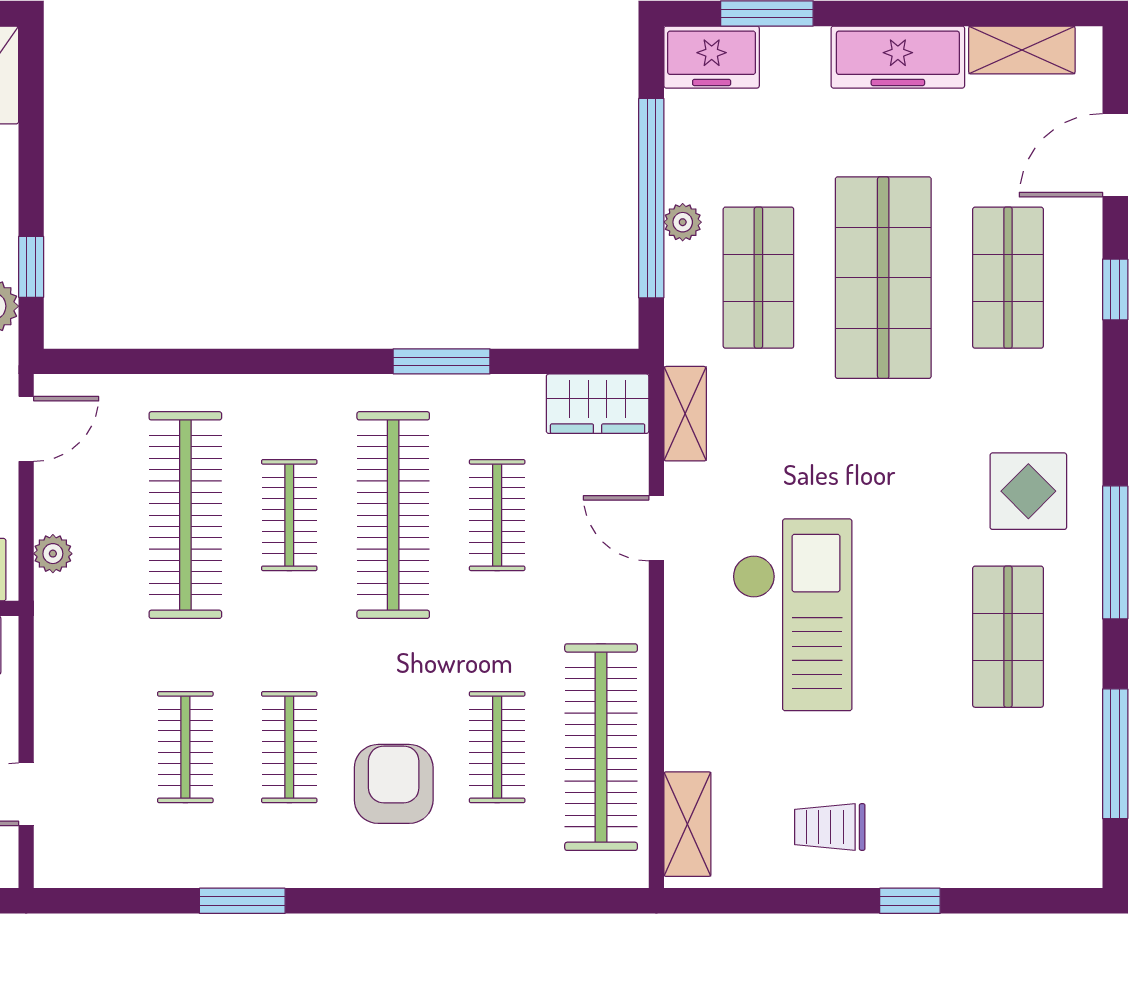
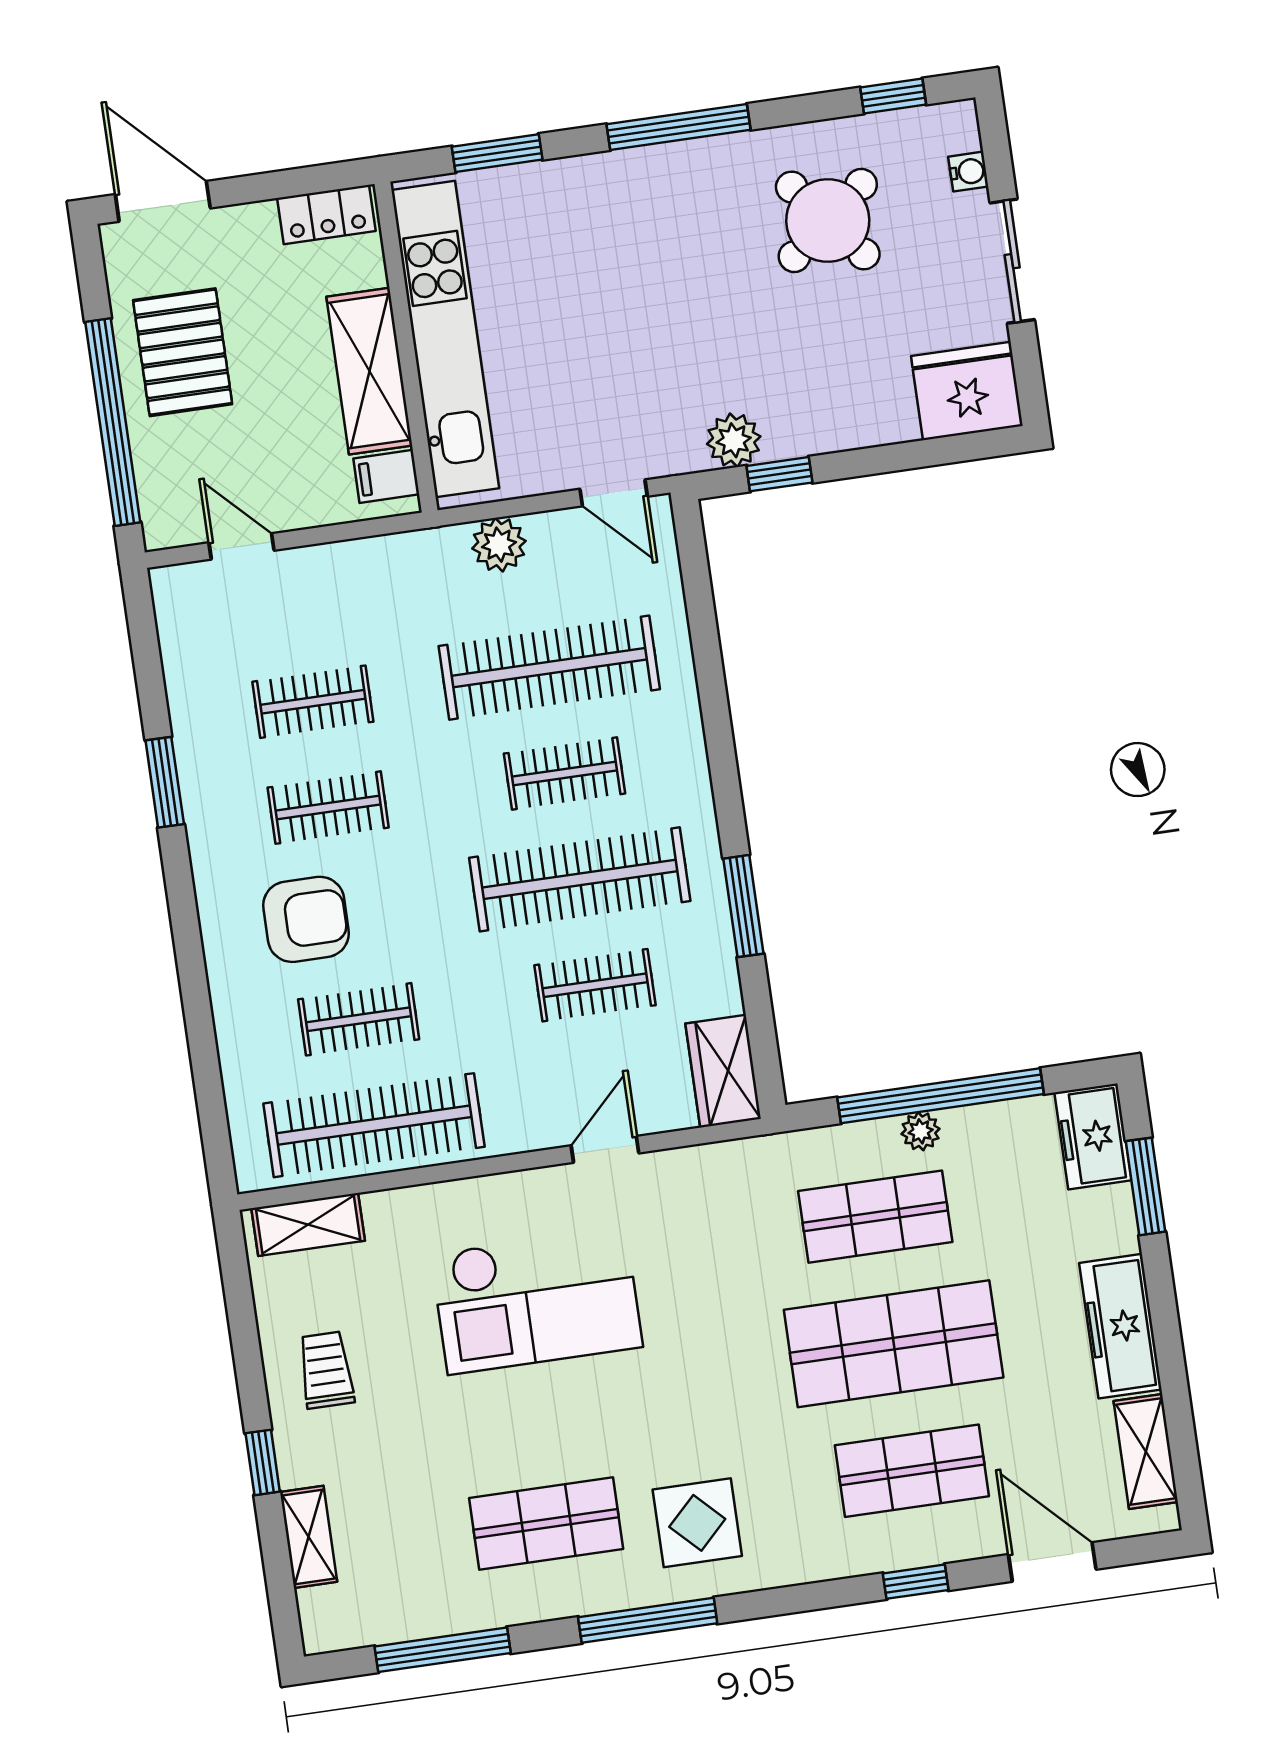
shelving: (685, 414) -> (309, 1537), moved, turned 90
plant: (53, 554) -> (499, 545), width x1.38, depth x1.38

